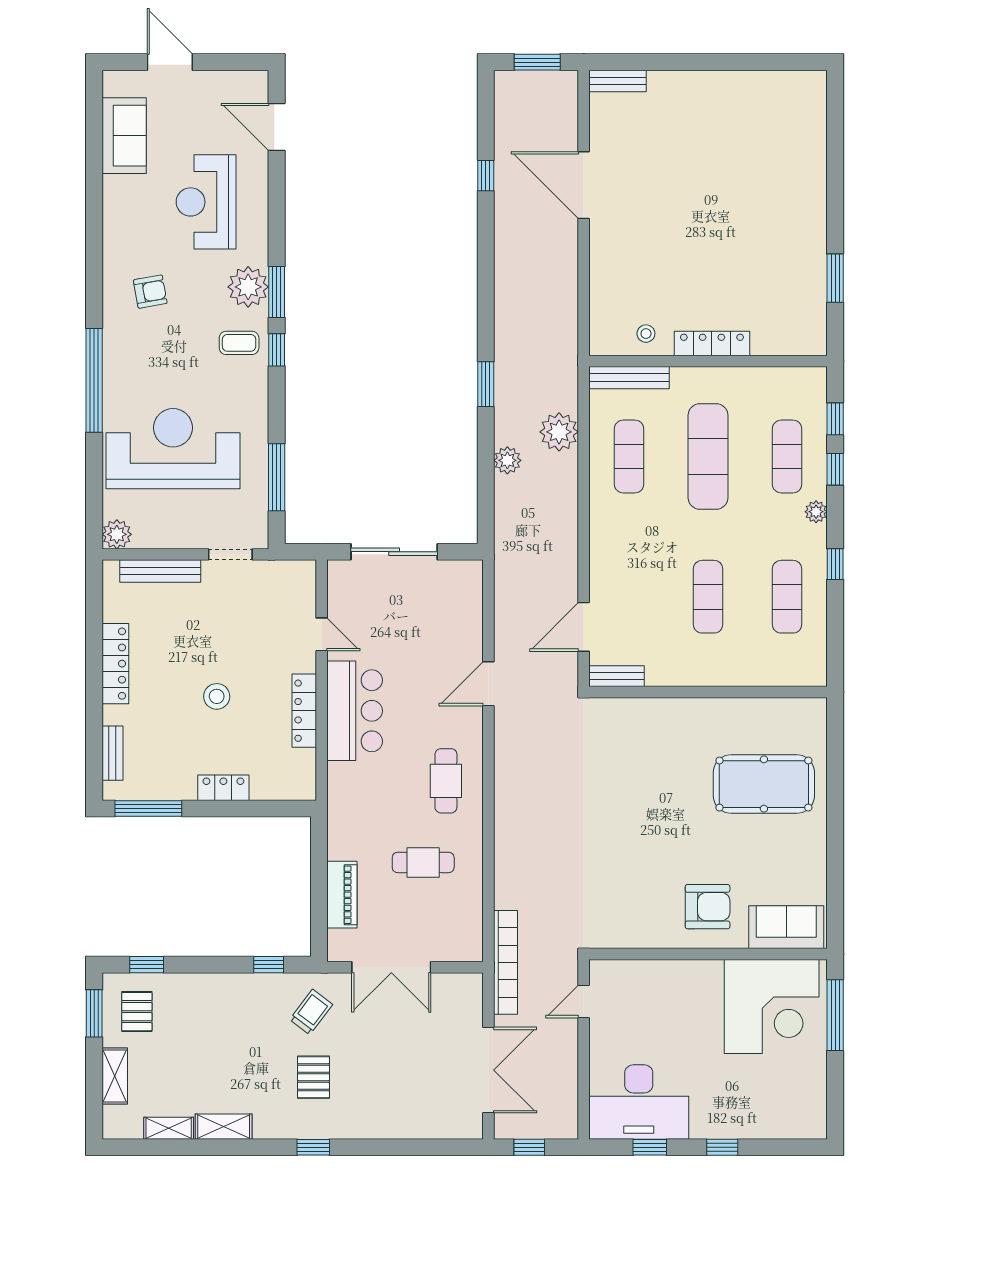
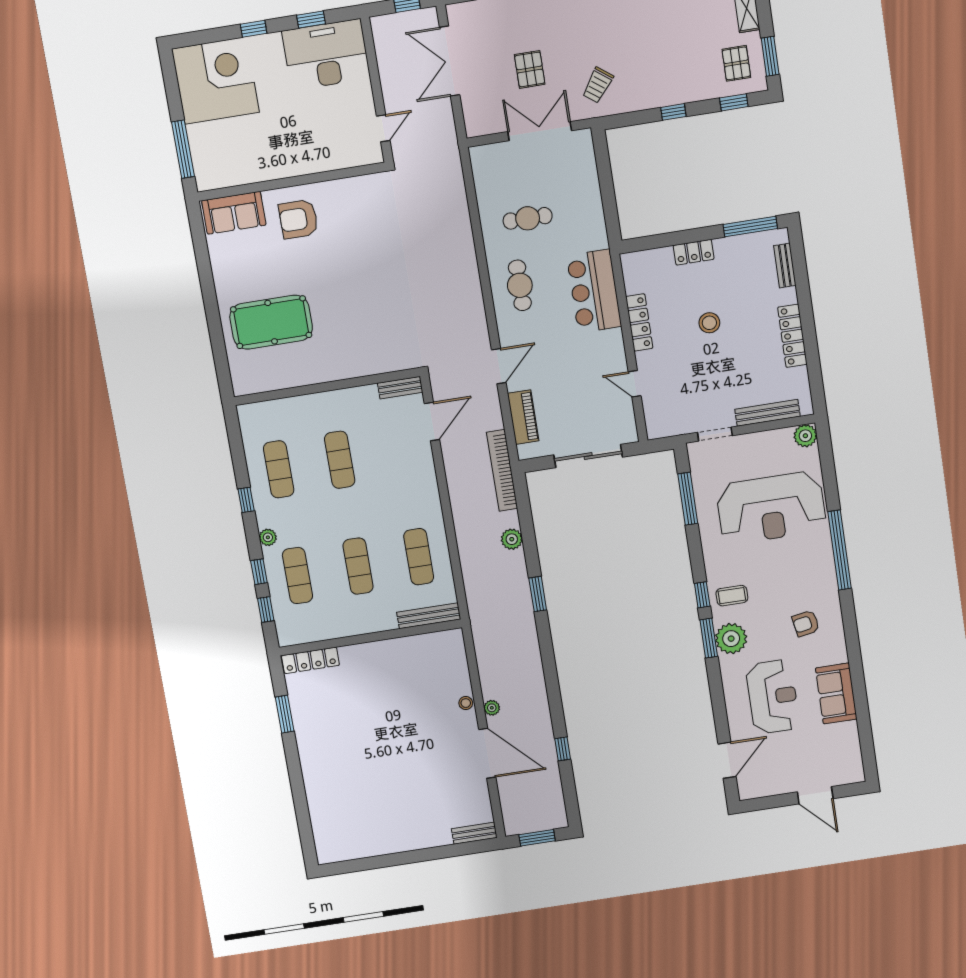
door: (277, 127) -> (727, 760), hinge flipped
sofa: (124, 136) -> (836, 693), moved
stool: (646, 334) -> (466, 703), moved
locker: (712, 343) -> (310, 660), moved
plant: (559, 432) -> (492, 708), moved, width x0.53, depth x0.53
exercise mat: (708, 456) -> (358, 566), width x0.73, depth x0.69
bar counter: (355, 711) -> (594, 291), moved
piano: (342, 895) -> (523, 417), moved, turned 180
bookcase: (505, 962) -> (502, 470), moved
window: (269, 965) -> (673, 112), moved
corner desk: (772, 1006) -> (216, 81), moved, turned 90
pallet: (313, 1077) -> (530, 69), moved

